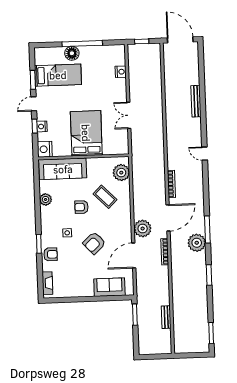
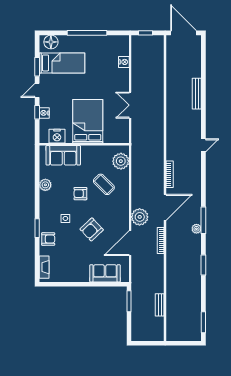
floor lamp: (72, 53) -> (51, 42), moved
nightstand: (45, 149) -> (57, 136), moved, turned -90
door: (205, 154) -> (203, 145), swing flipped
sofa: (63, 169) -> (63, 155), width x0.73
plant: (197, 243) -> (196, 229), width x0.53, depth x0.53

